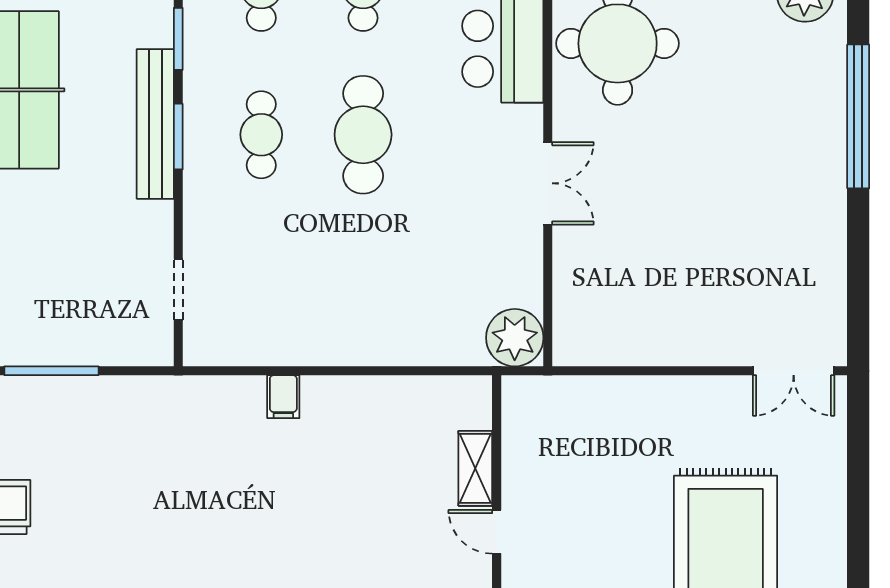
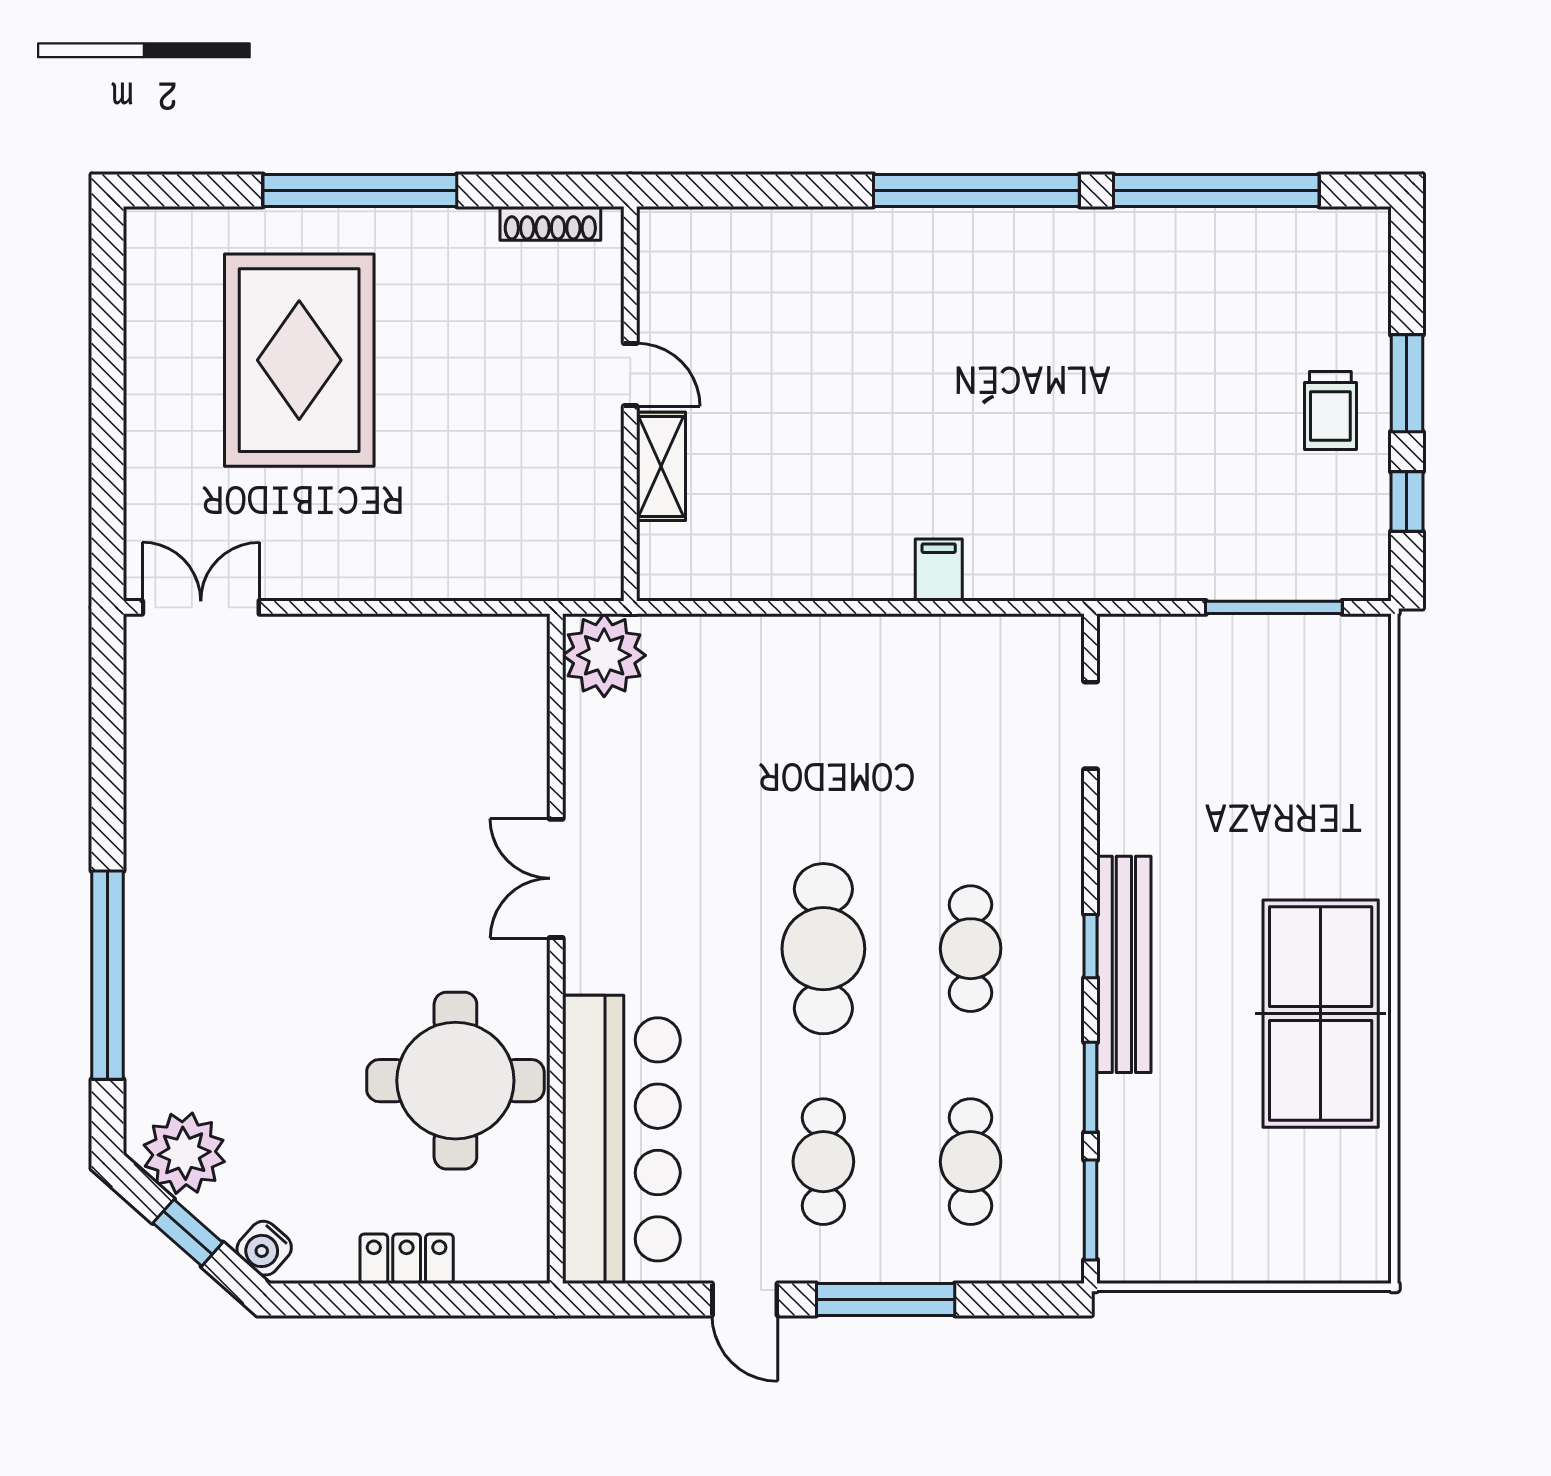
window: (178, 137) -> (1091, 946), width x0.67

